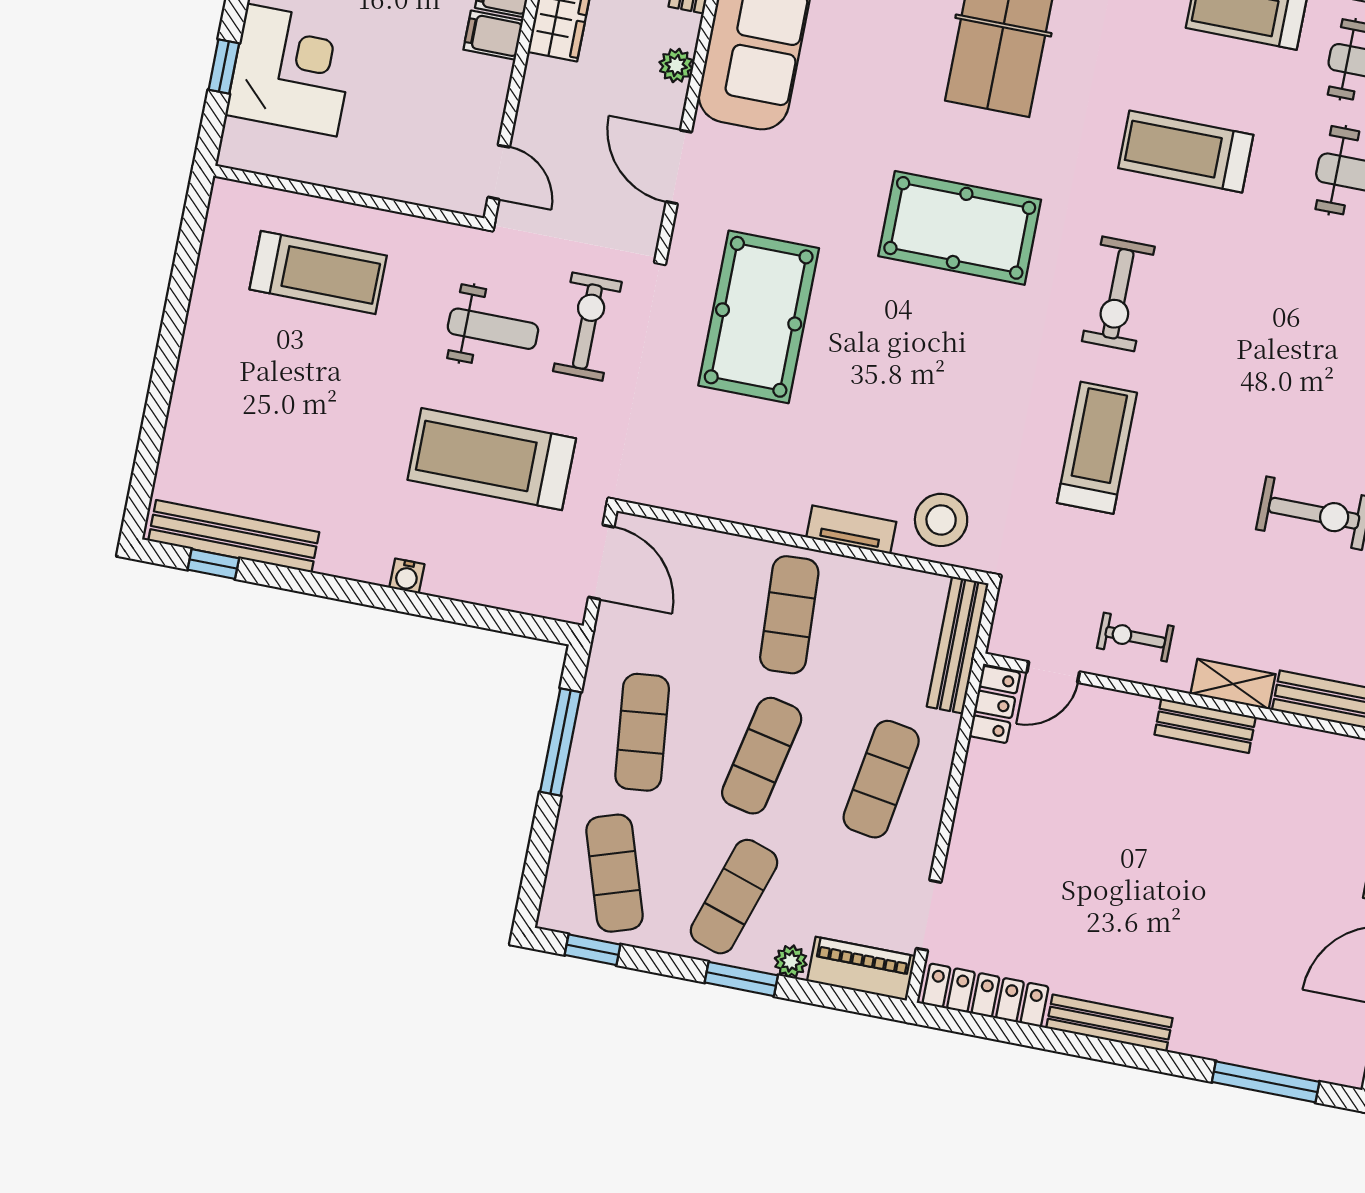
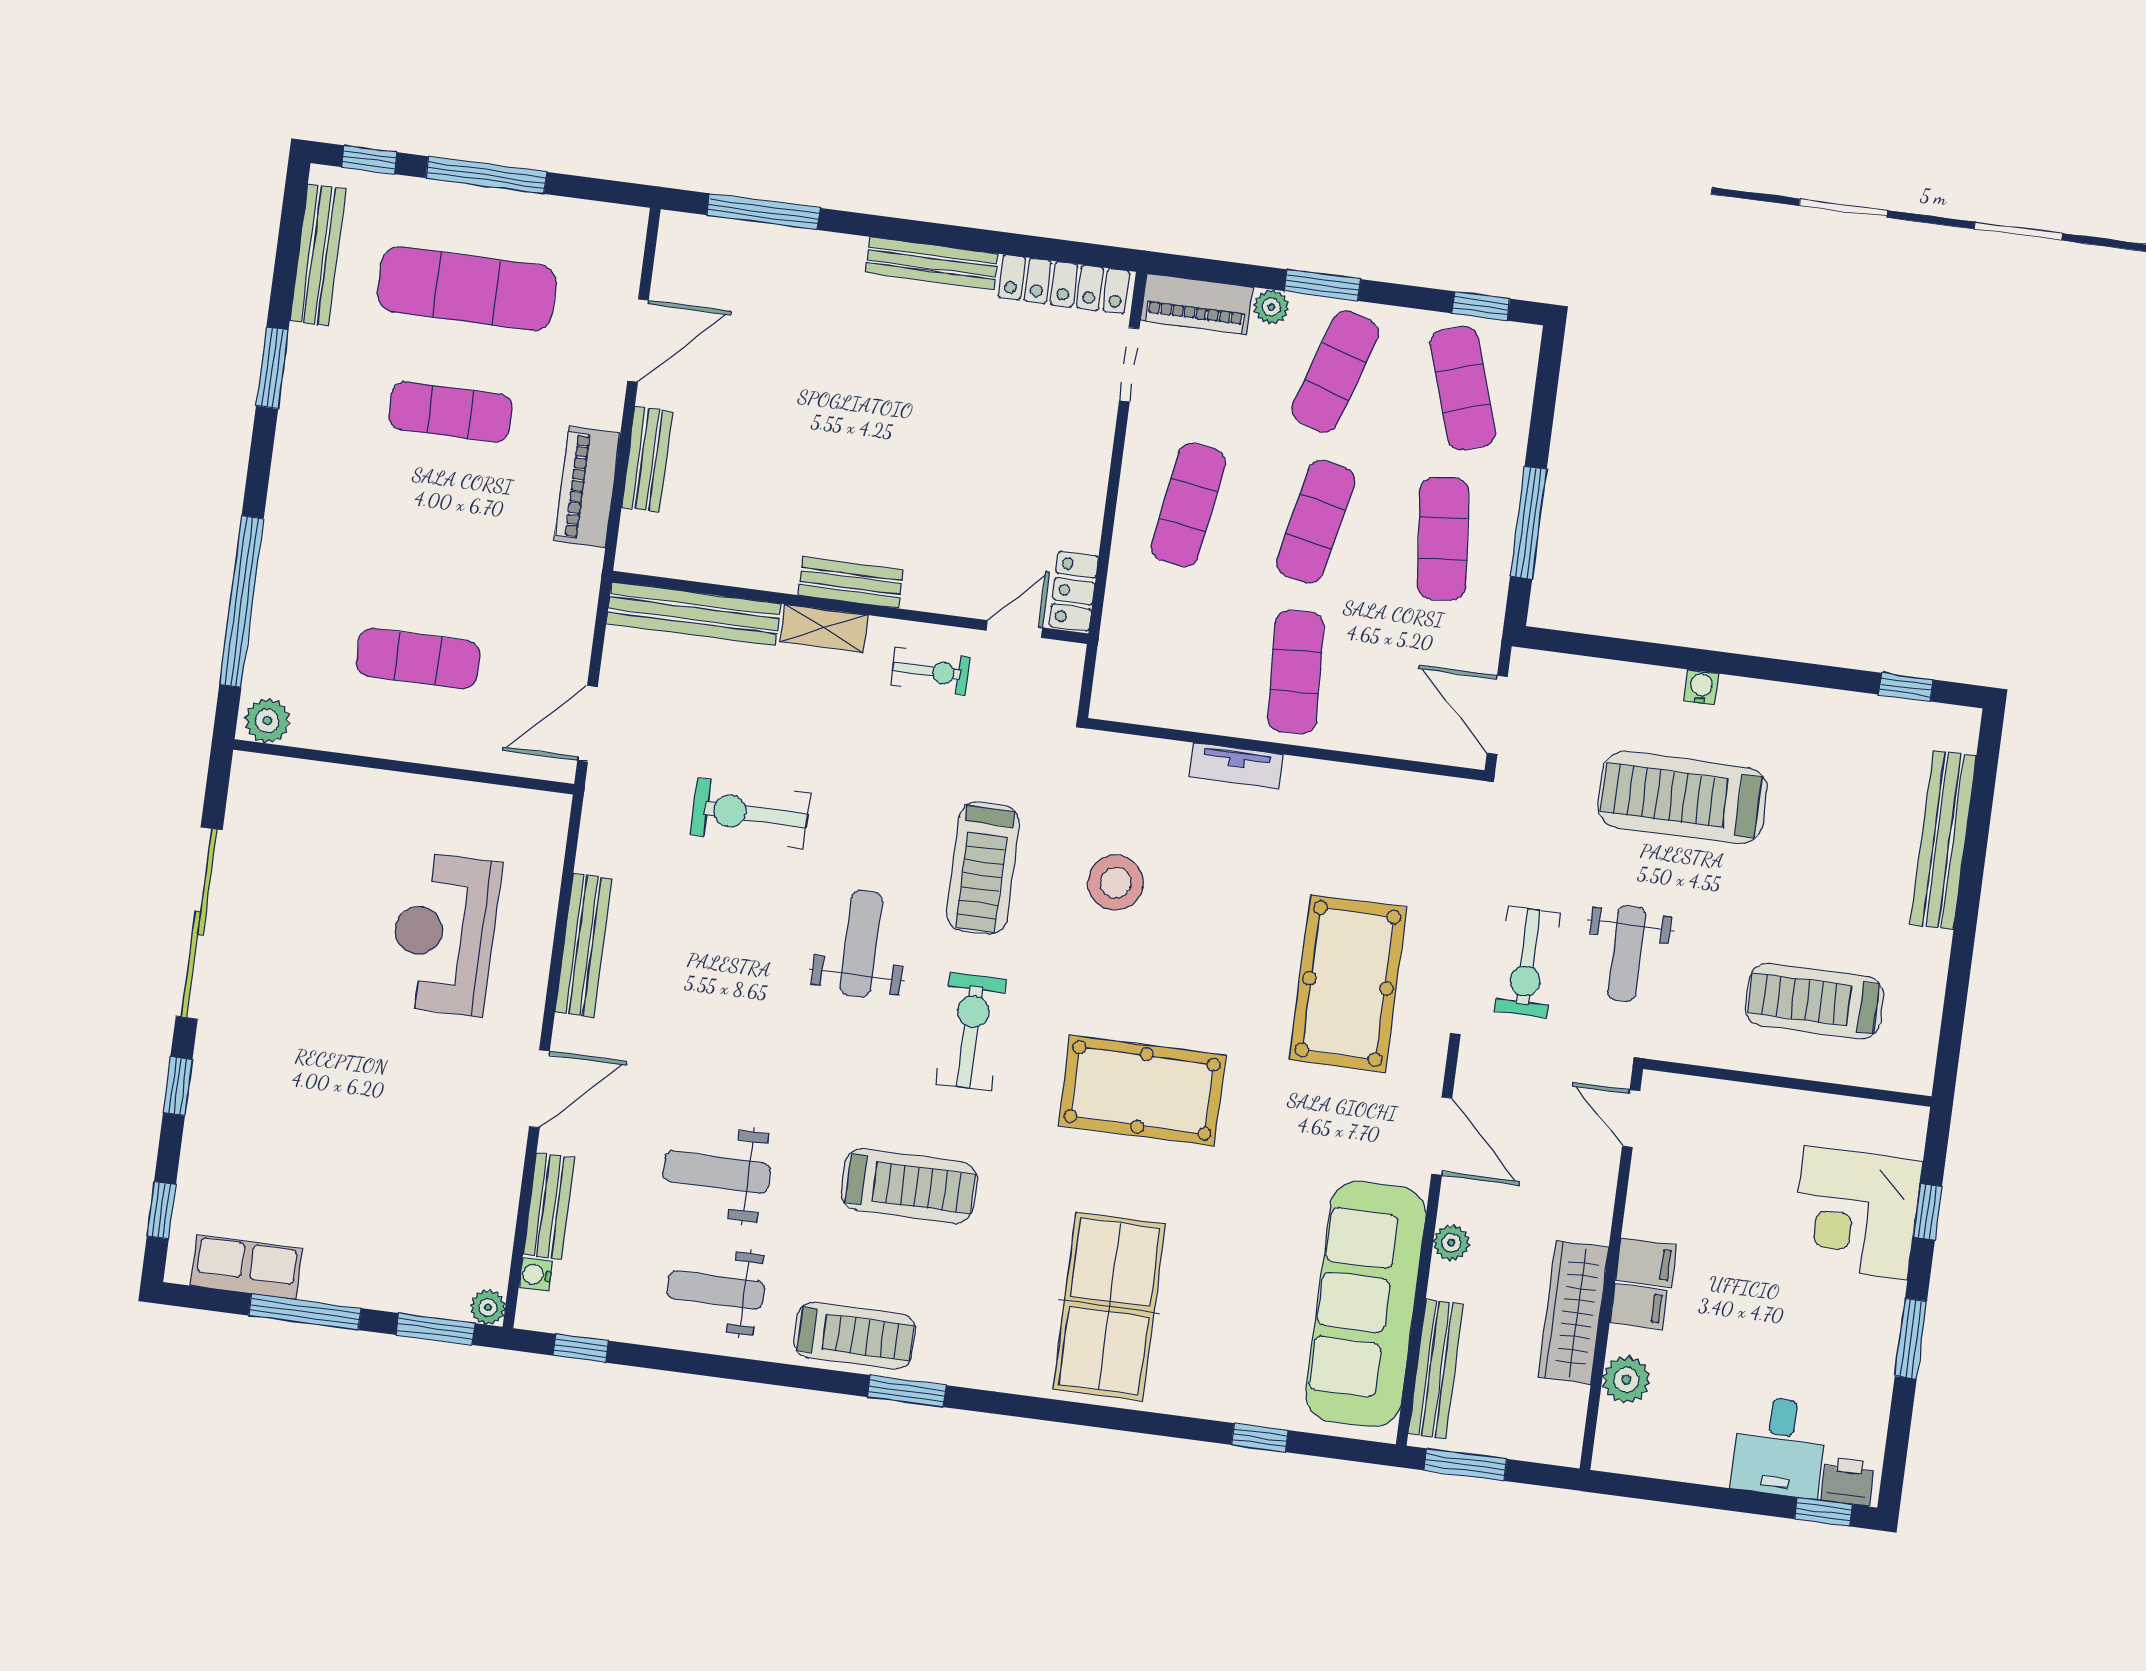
weight bench: (493, 329) -> (1627, 953), turned -90
weight bench: (1217, 384) -> (861, 944), added
treadmill: (492, 459) -> (1682, 798), moved, turned 180
stool: (941, 520) -> (1116, 883), moved
bench: (234, 536) -> (1943, 840), moved, turned 90
bench: (958, 645) -> (1117, 651), removed

